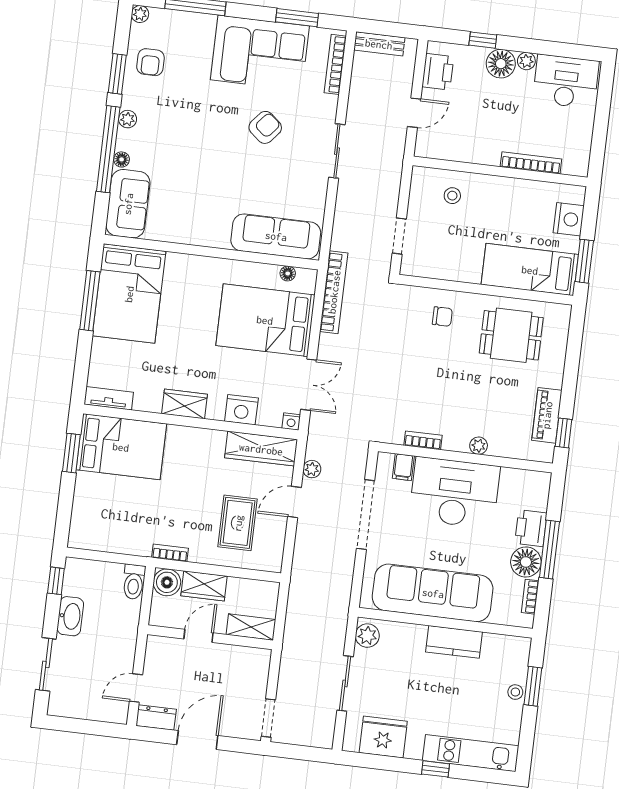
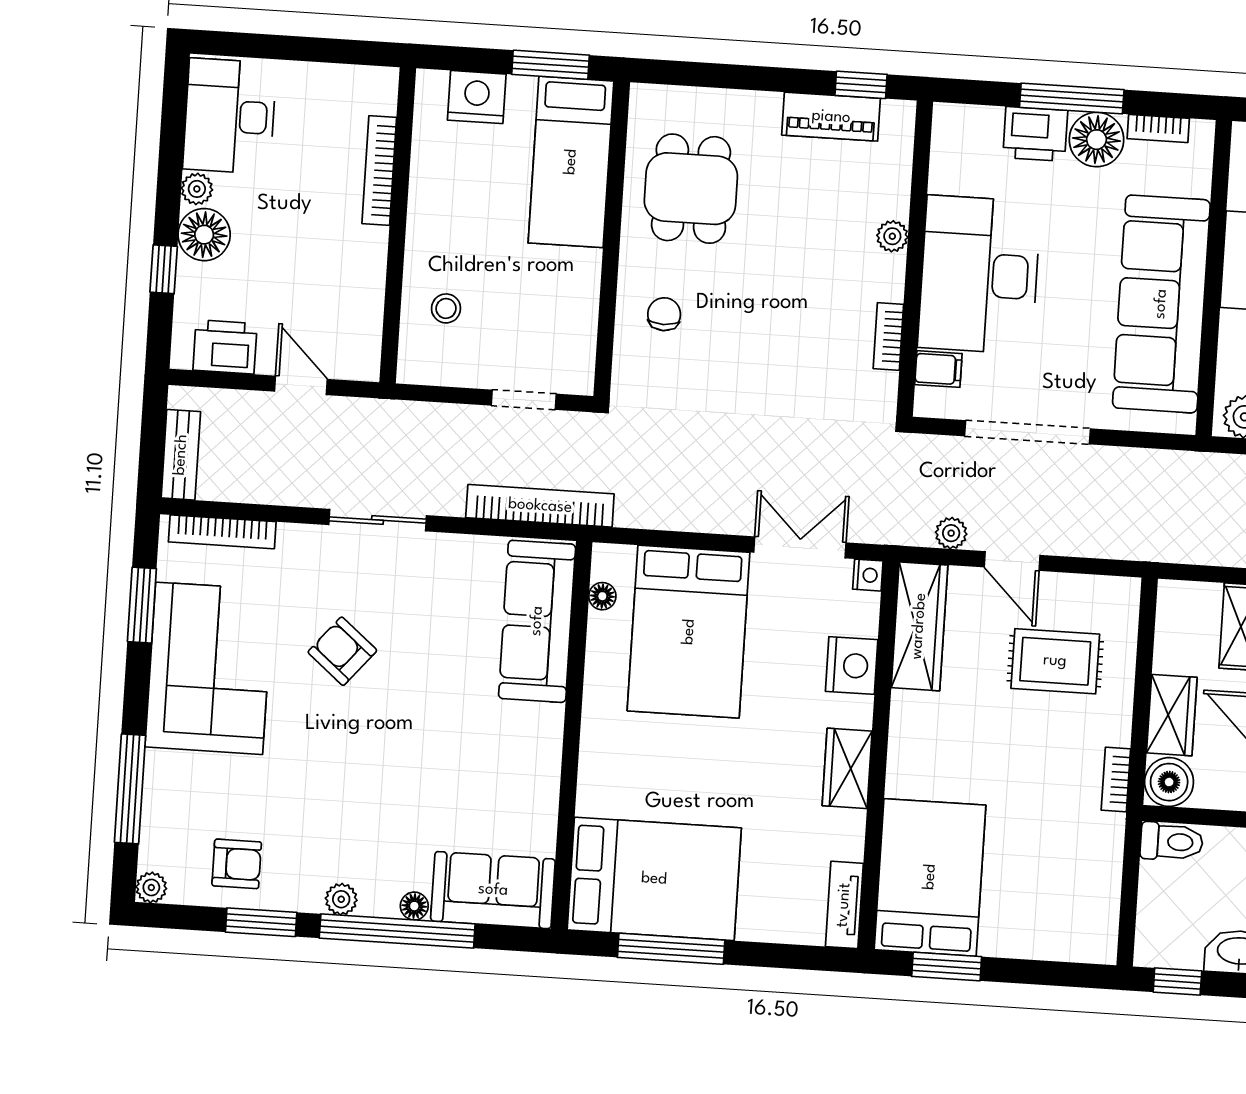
bookcase: (334, 292) -> (540, 506), moved

